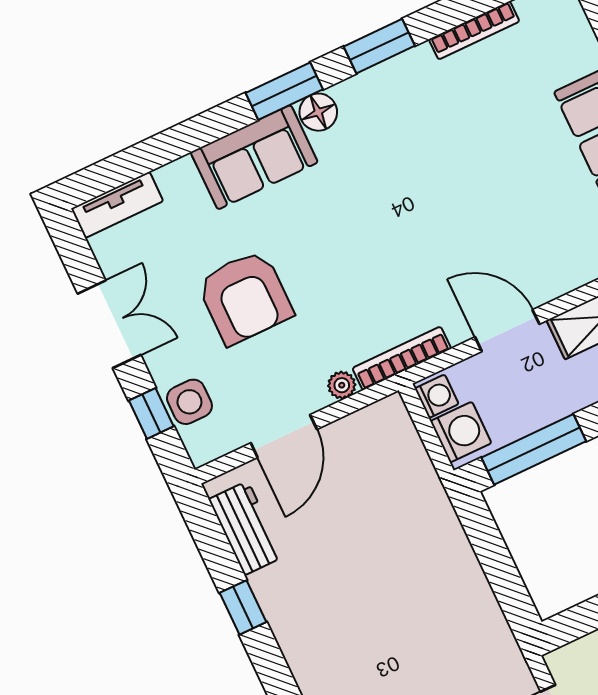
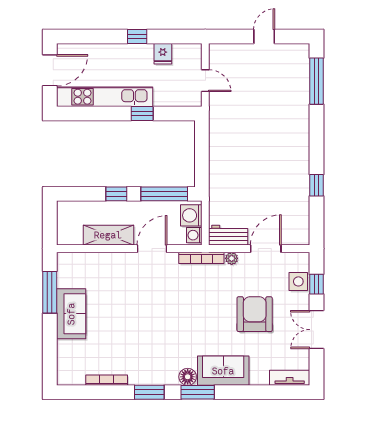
door: (507, 331) -> (152, 249), swing flipped
workbench: (246, 528) -> (228, 235), moved, turned 90

